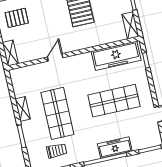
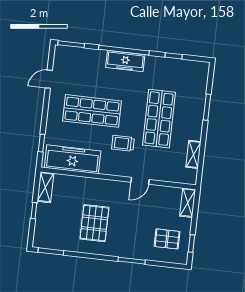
shelving: (23, 109) -> (193, 154), moved
freezer: (115, 147) -> (125, 61), moved
trolley: (57, 151) -> (123, 143), moved

